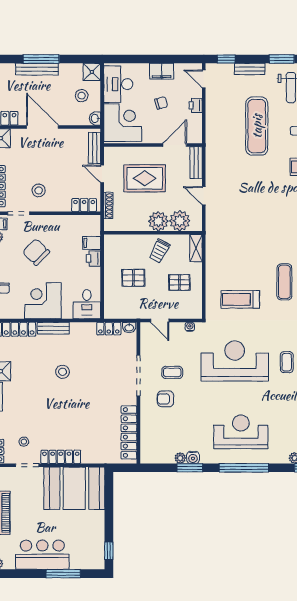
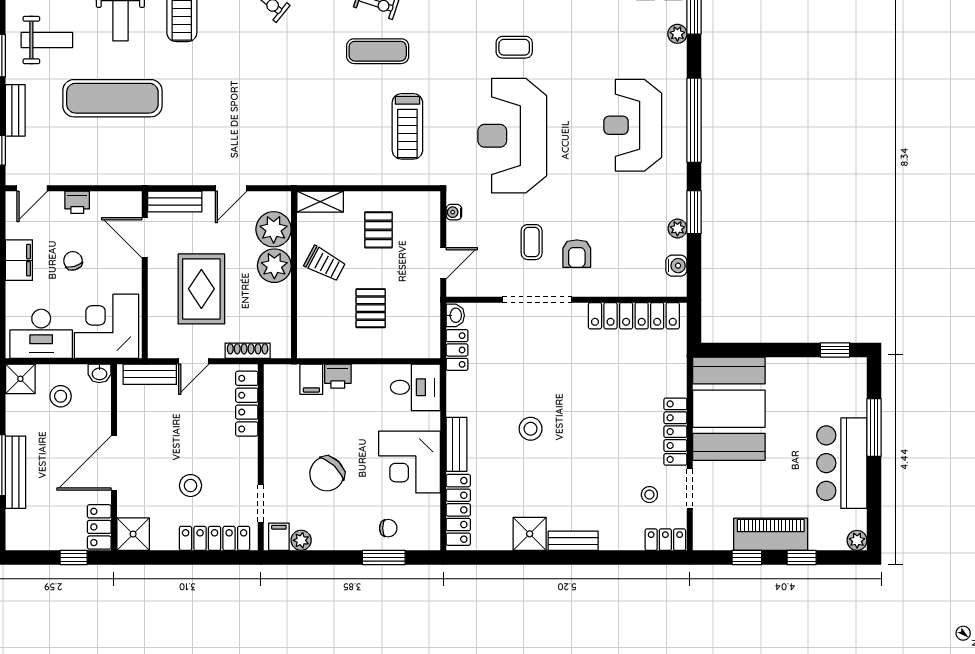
stool: (39, 190) -> (191, 486), moved
locker: (84, 205) -> (247, 404), width x1.53
water cooler: (193, 457) -> (676, 266), moved

